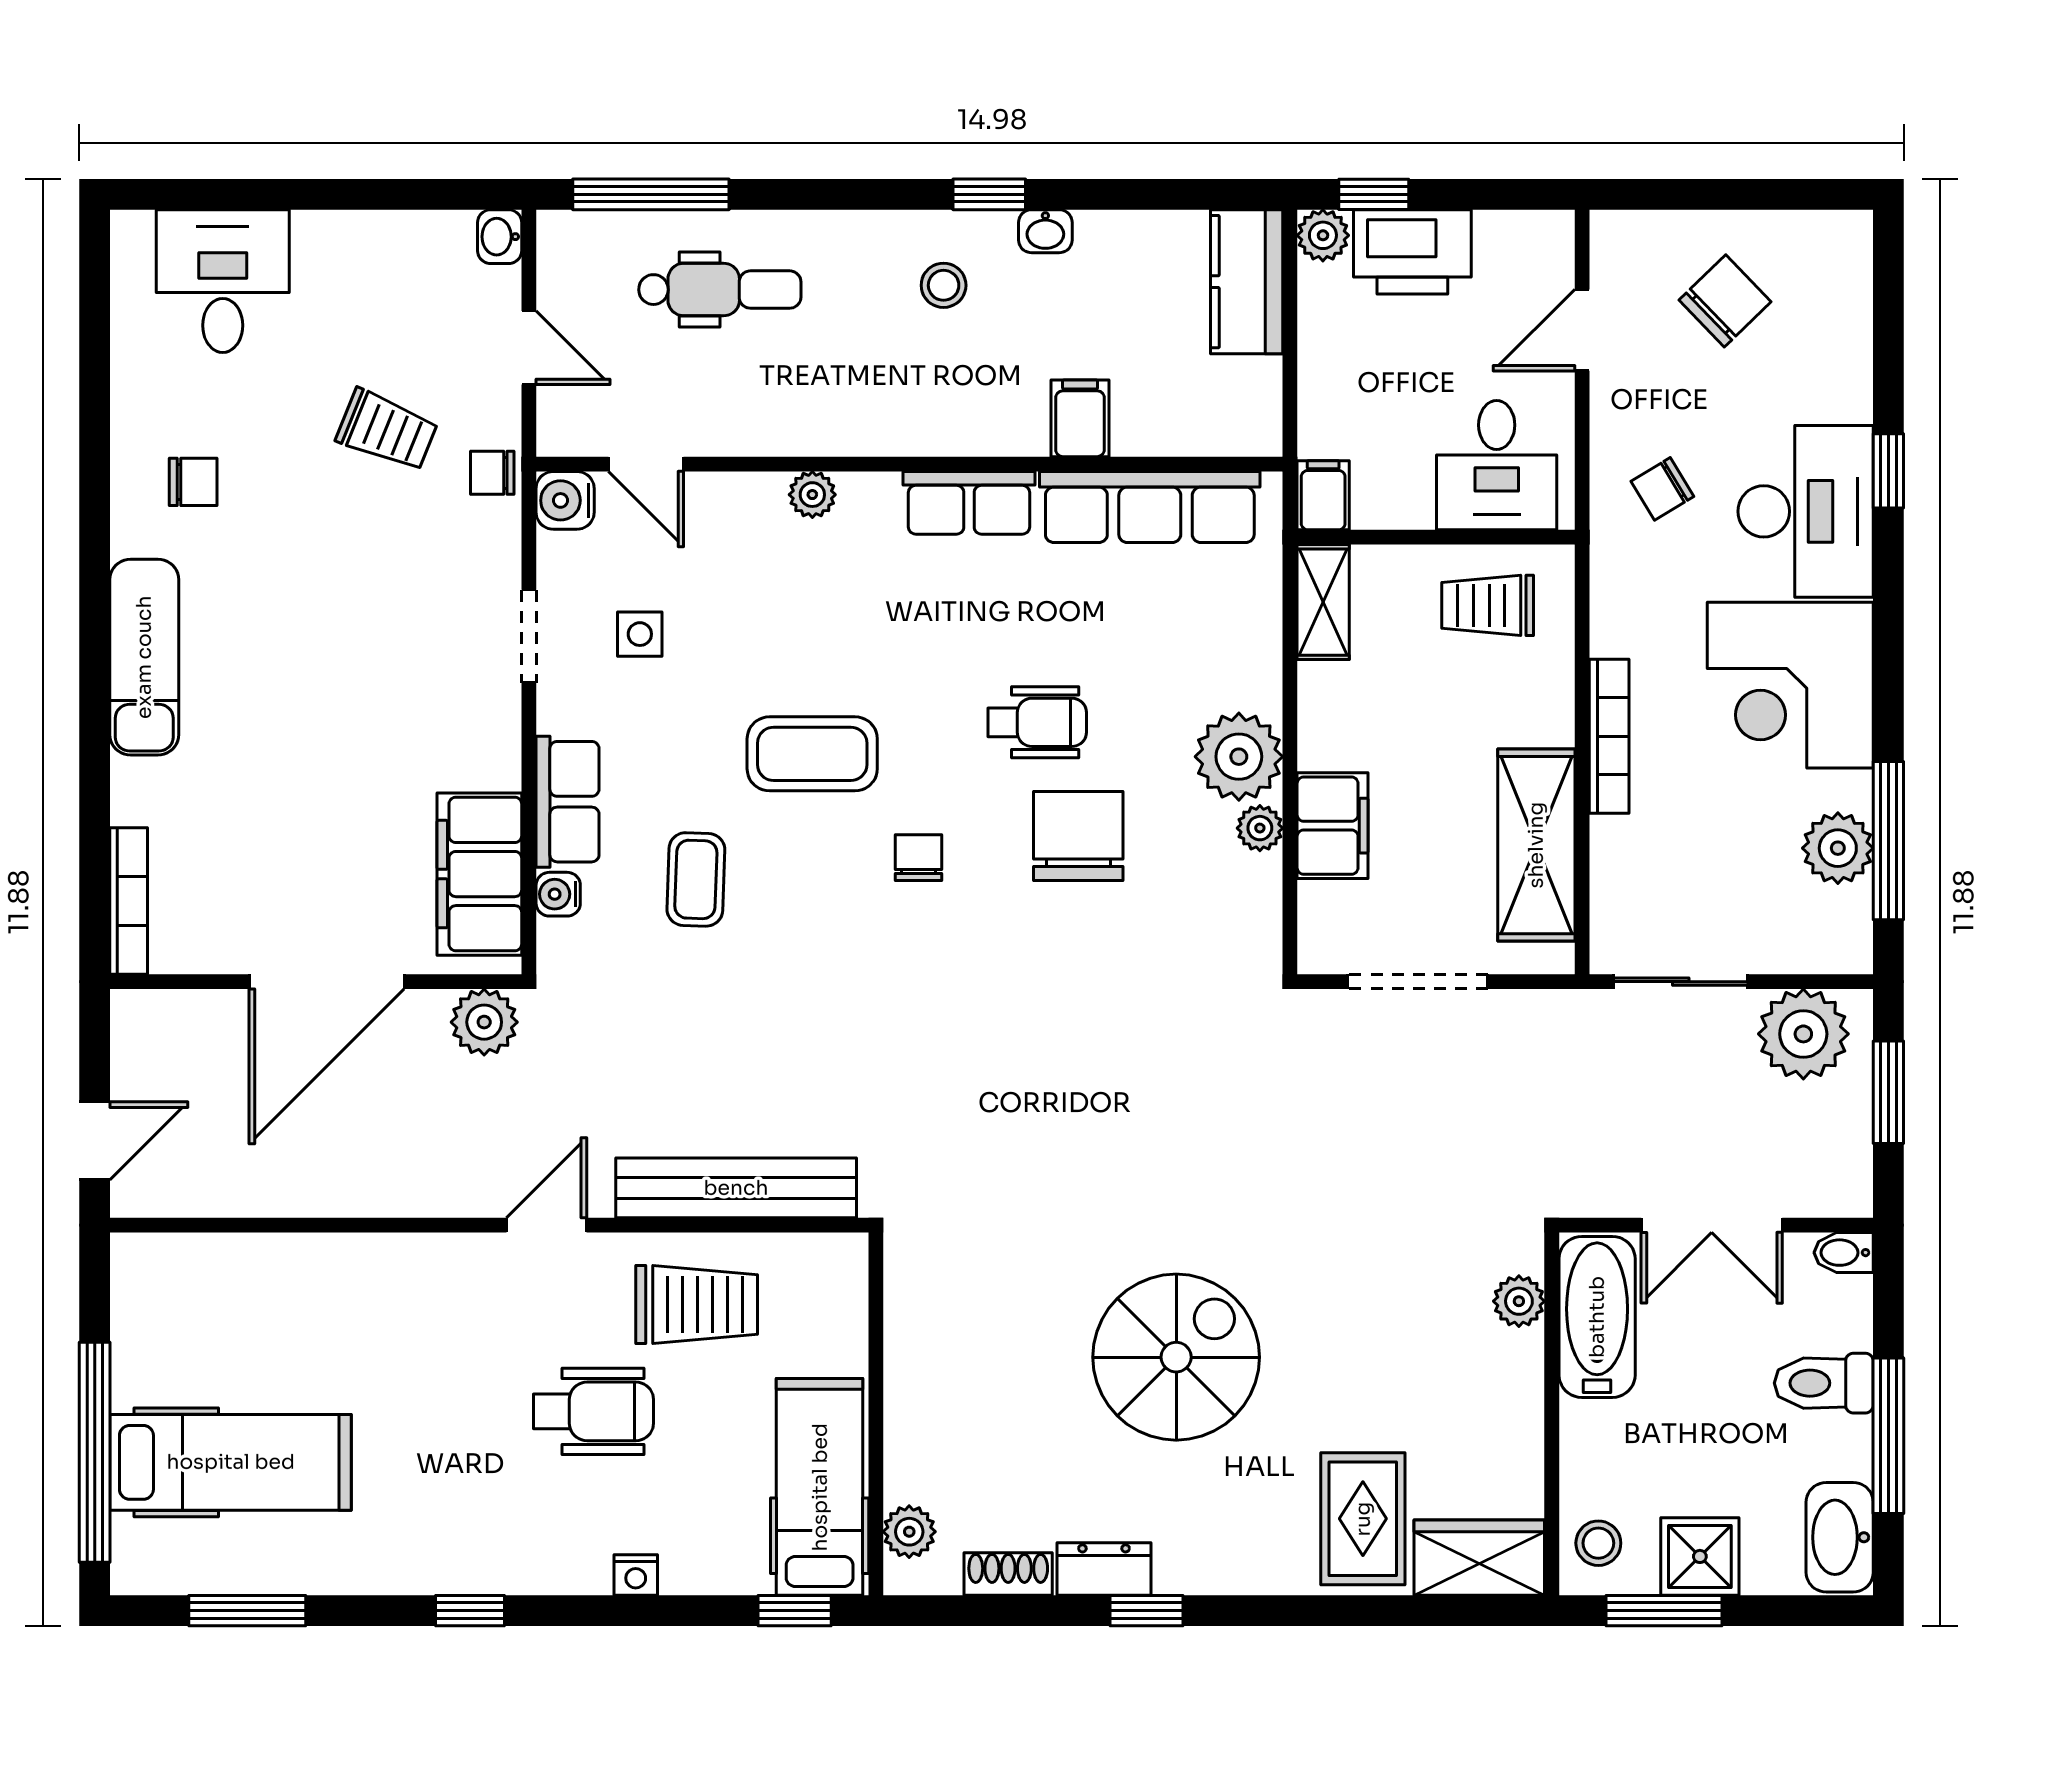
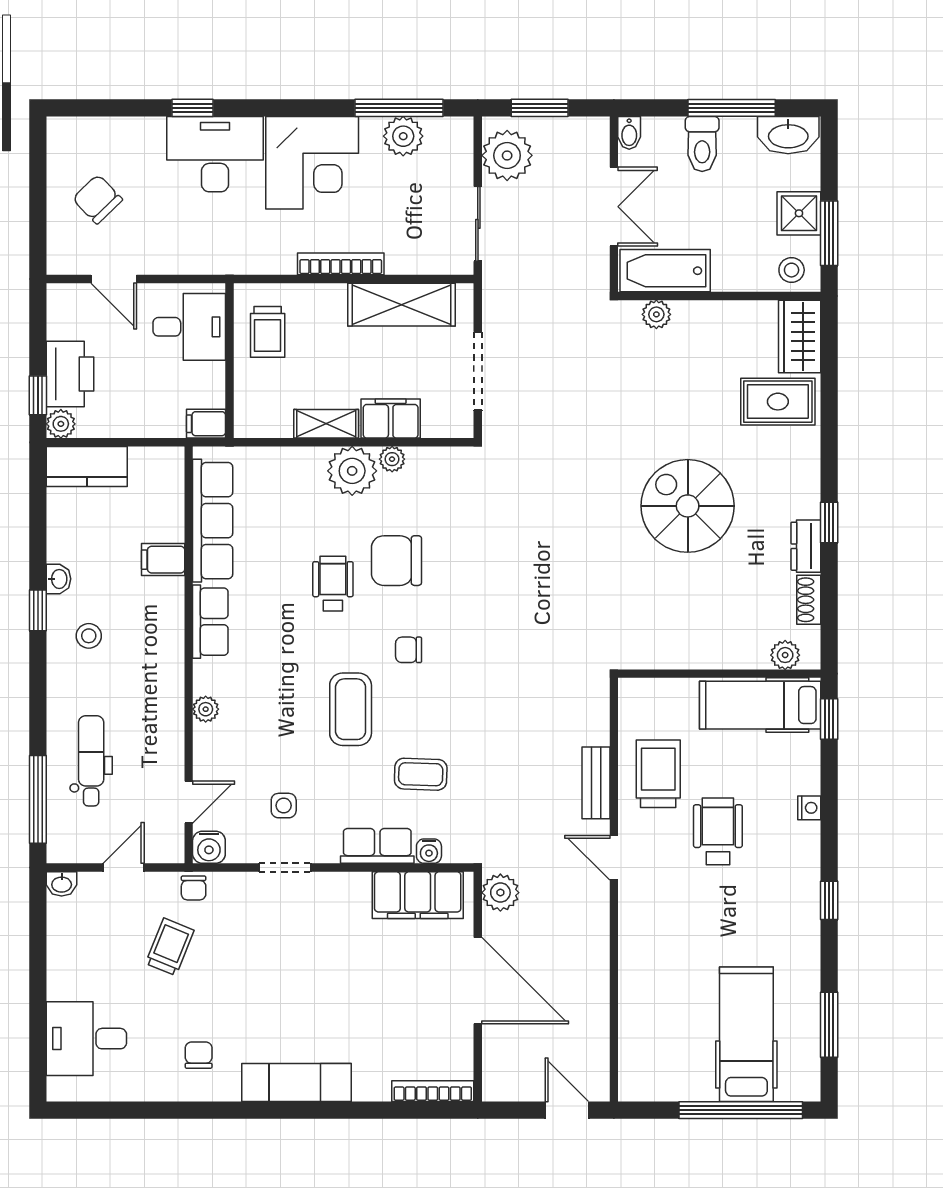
chair: (1662, 489) -> (202, 234), removed
shelving: (1323, 602) -> (326, 424), moved
bench: (736, 1188) -> (596, 783), width x0.54, depth x0.82

